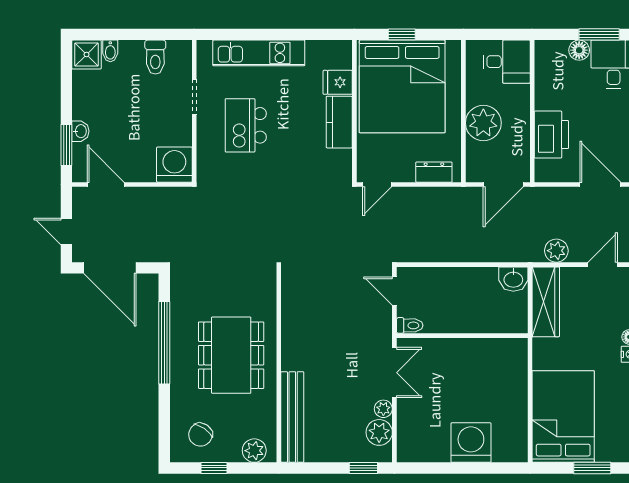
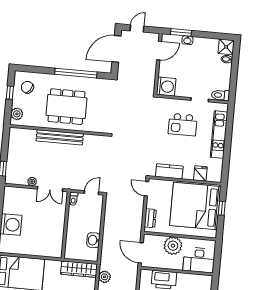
toilet: (155, 57) -> (220, 95), moved
desk: (507, 62) -> (199, 260), width x1.37
kitchen counter: (339, 122) -> (169, 171), moved
kitchen island: (246, 125) -> (183, 125), turned 180
washbasin: (513, 279) -> (93, 240), moved
bench: (292, 417) -> (60, 137), moved
plant: (379, 432) -> (20, 178), removed

